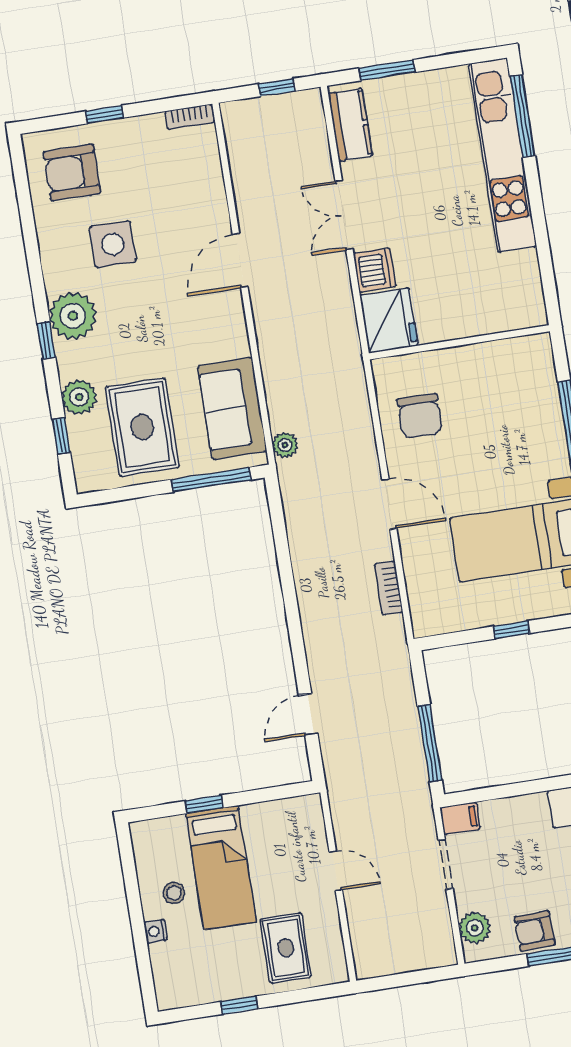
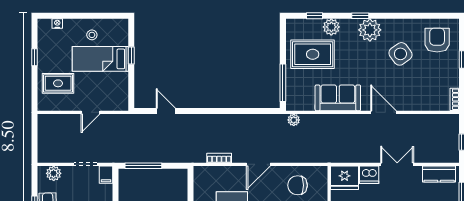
side table: (113, 244) -> (400, 54), turned -36
sofa: (232, 408) -> (338, 98), moved
nightstand: (155, 931) -> (57, 23), moved

